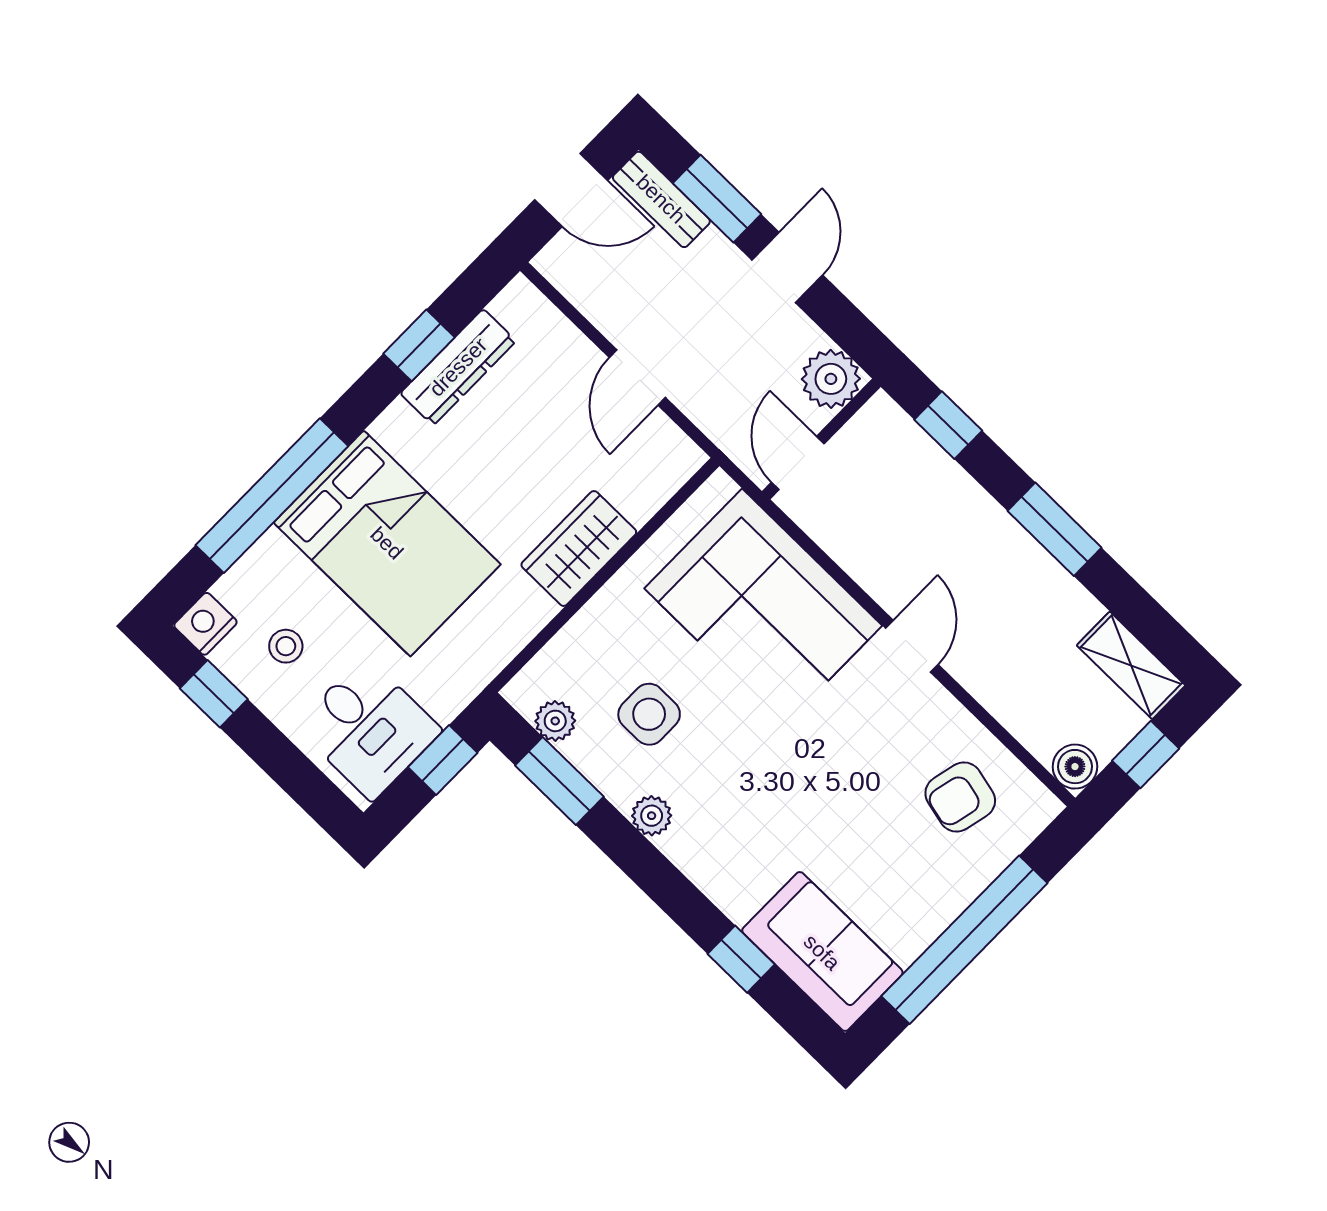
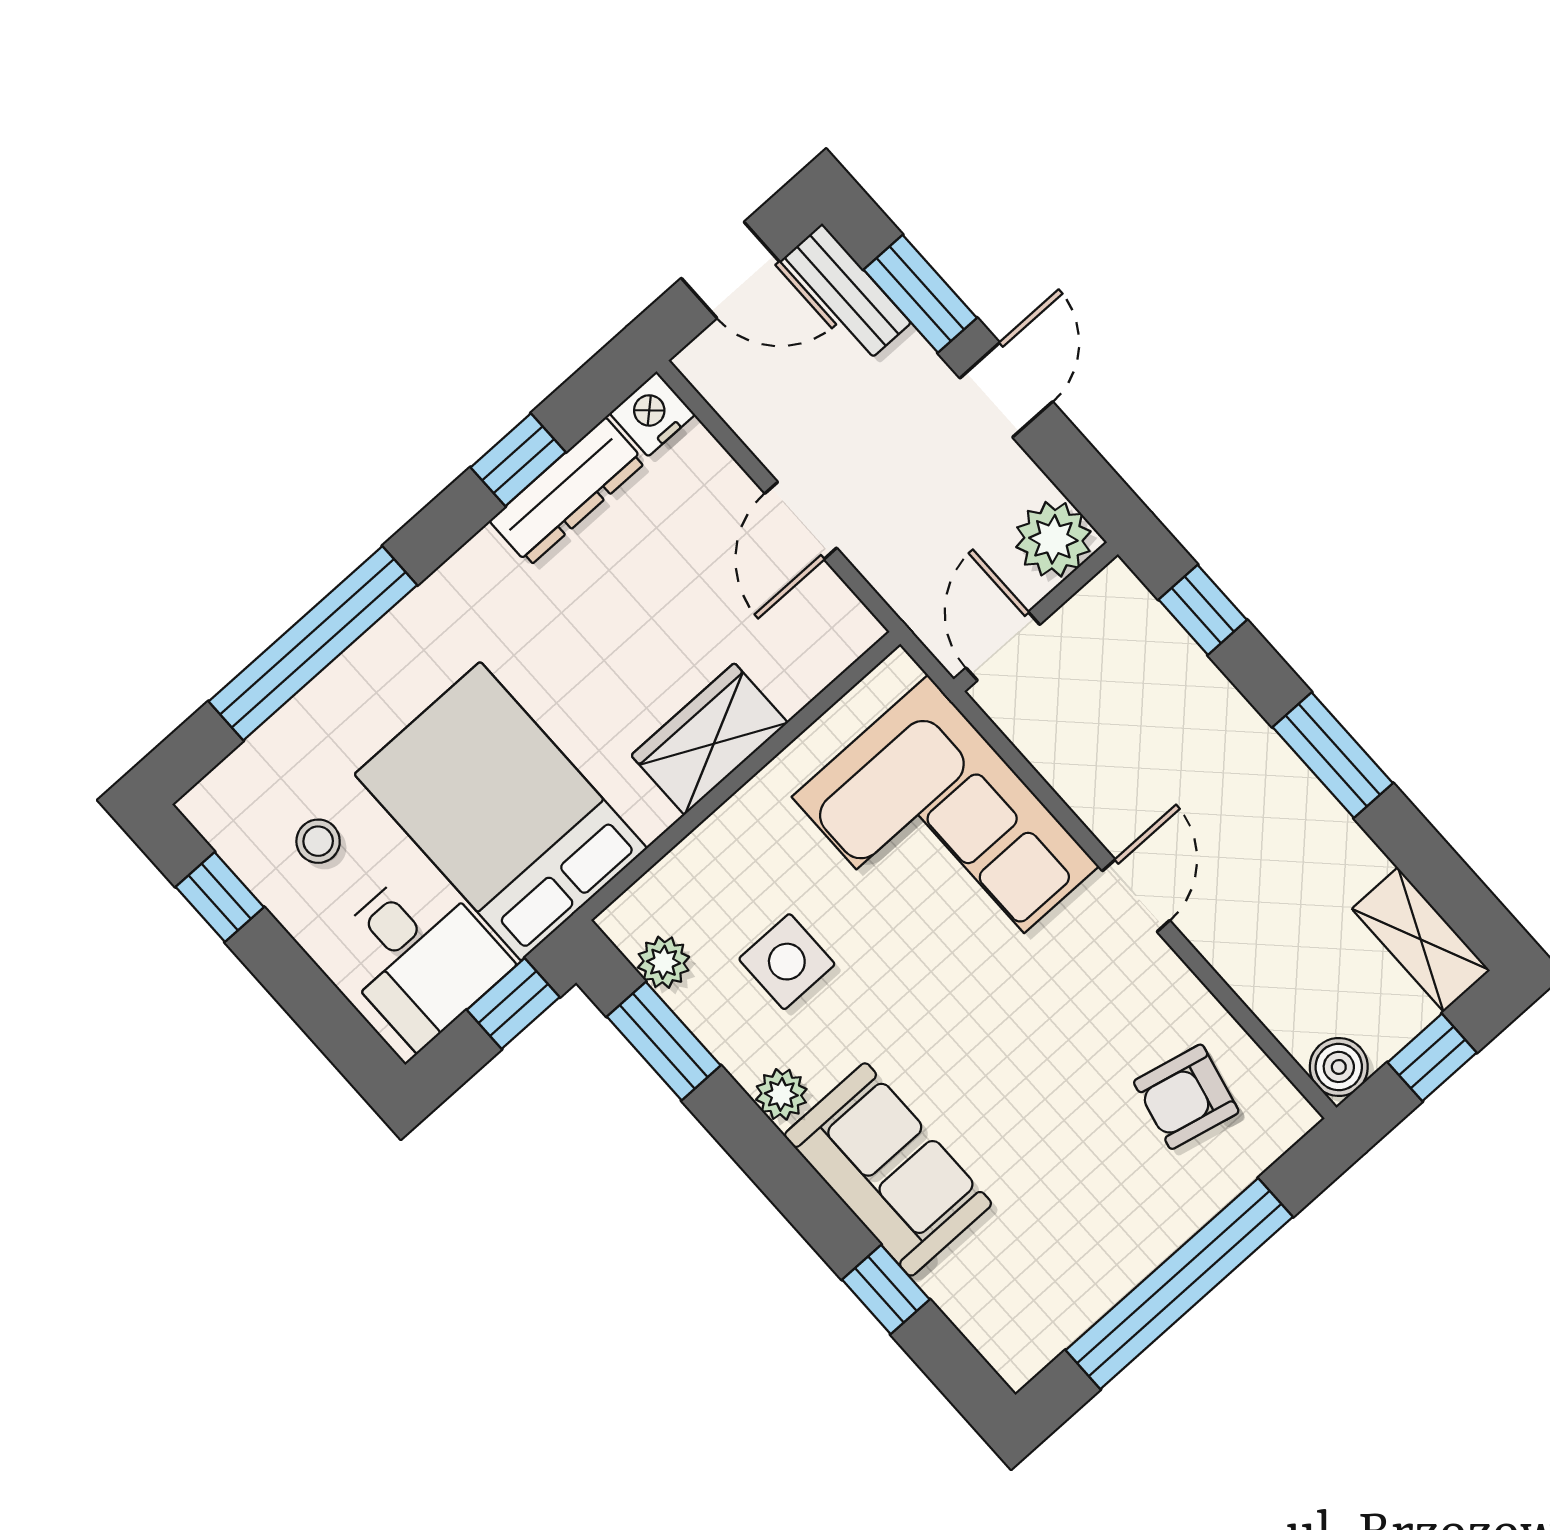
bed: (387, 543) -> (501, 811), moved, turned 180
nightstand: (205, 624) -> (652, 414), moved
sofa: (822, 952) -> (888, 1169), moved

